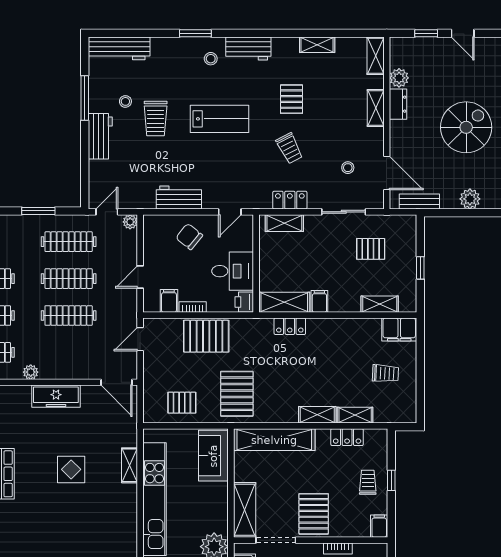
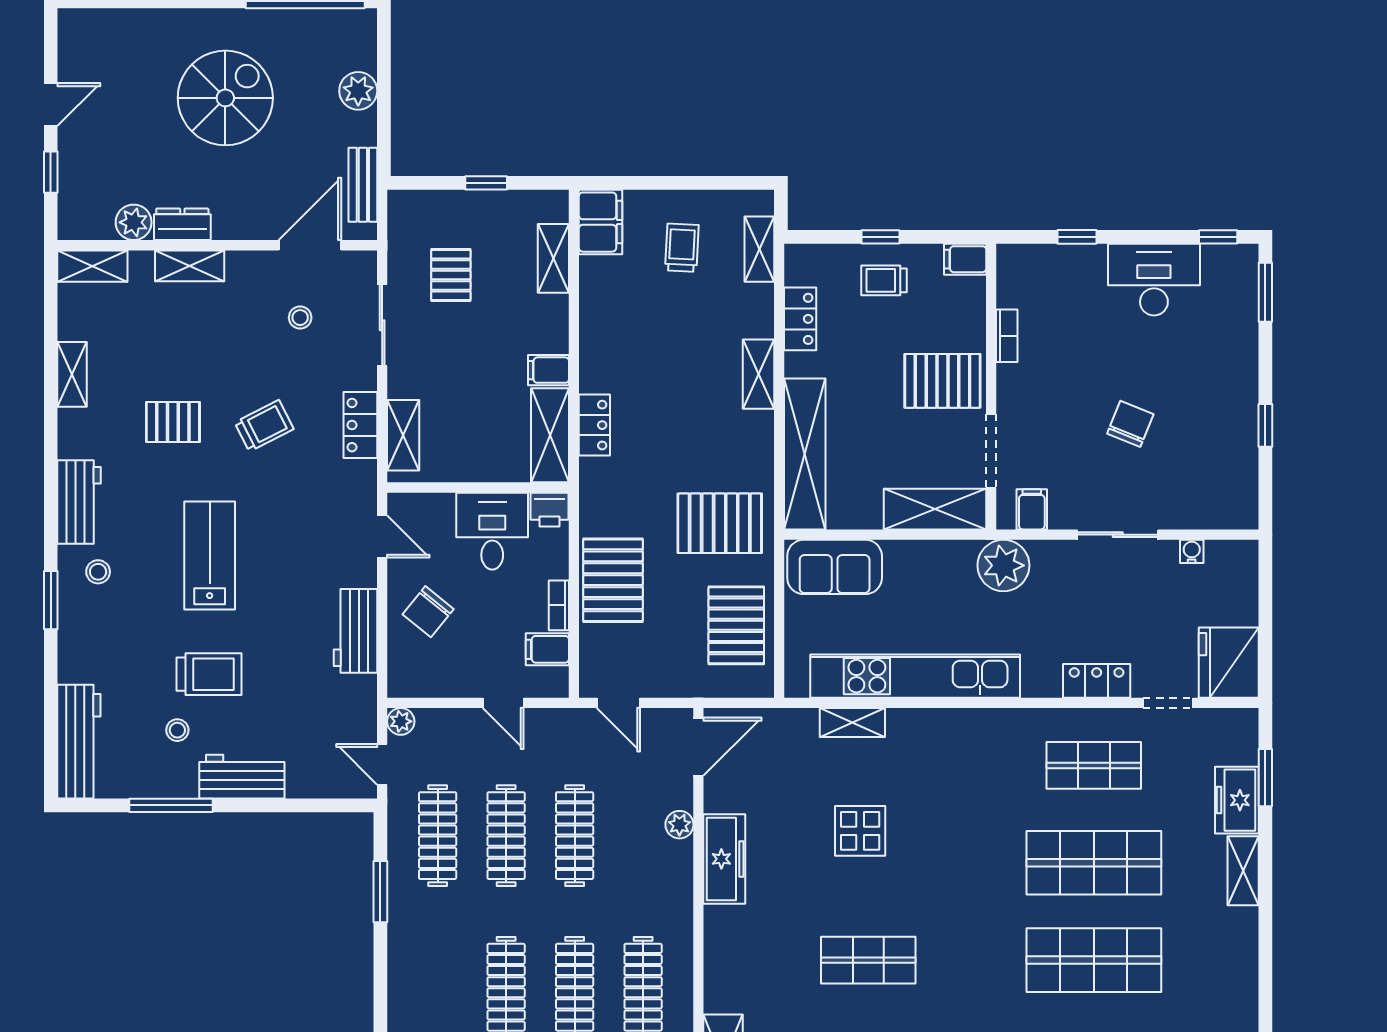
spiral stairs: (466, 127) -> (225, 98), turned 90
plant: (31, 372) -> (679, 825), moved
pallet: (182, 403) -> (736, 625), width x1.50, depth x1.42
shelving: (355, 415) -> (759, 249), moved

